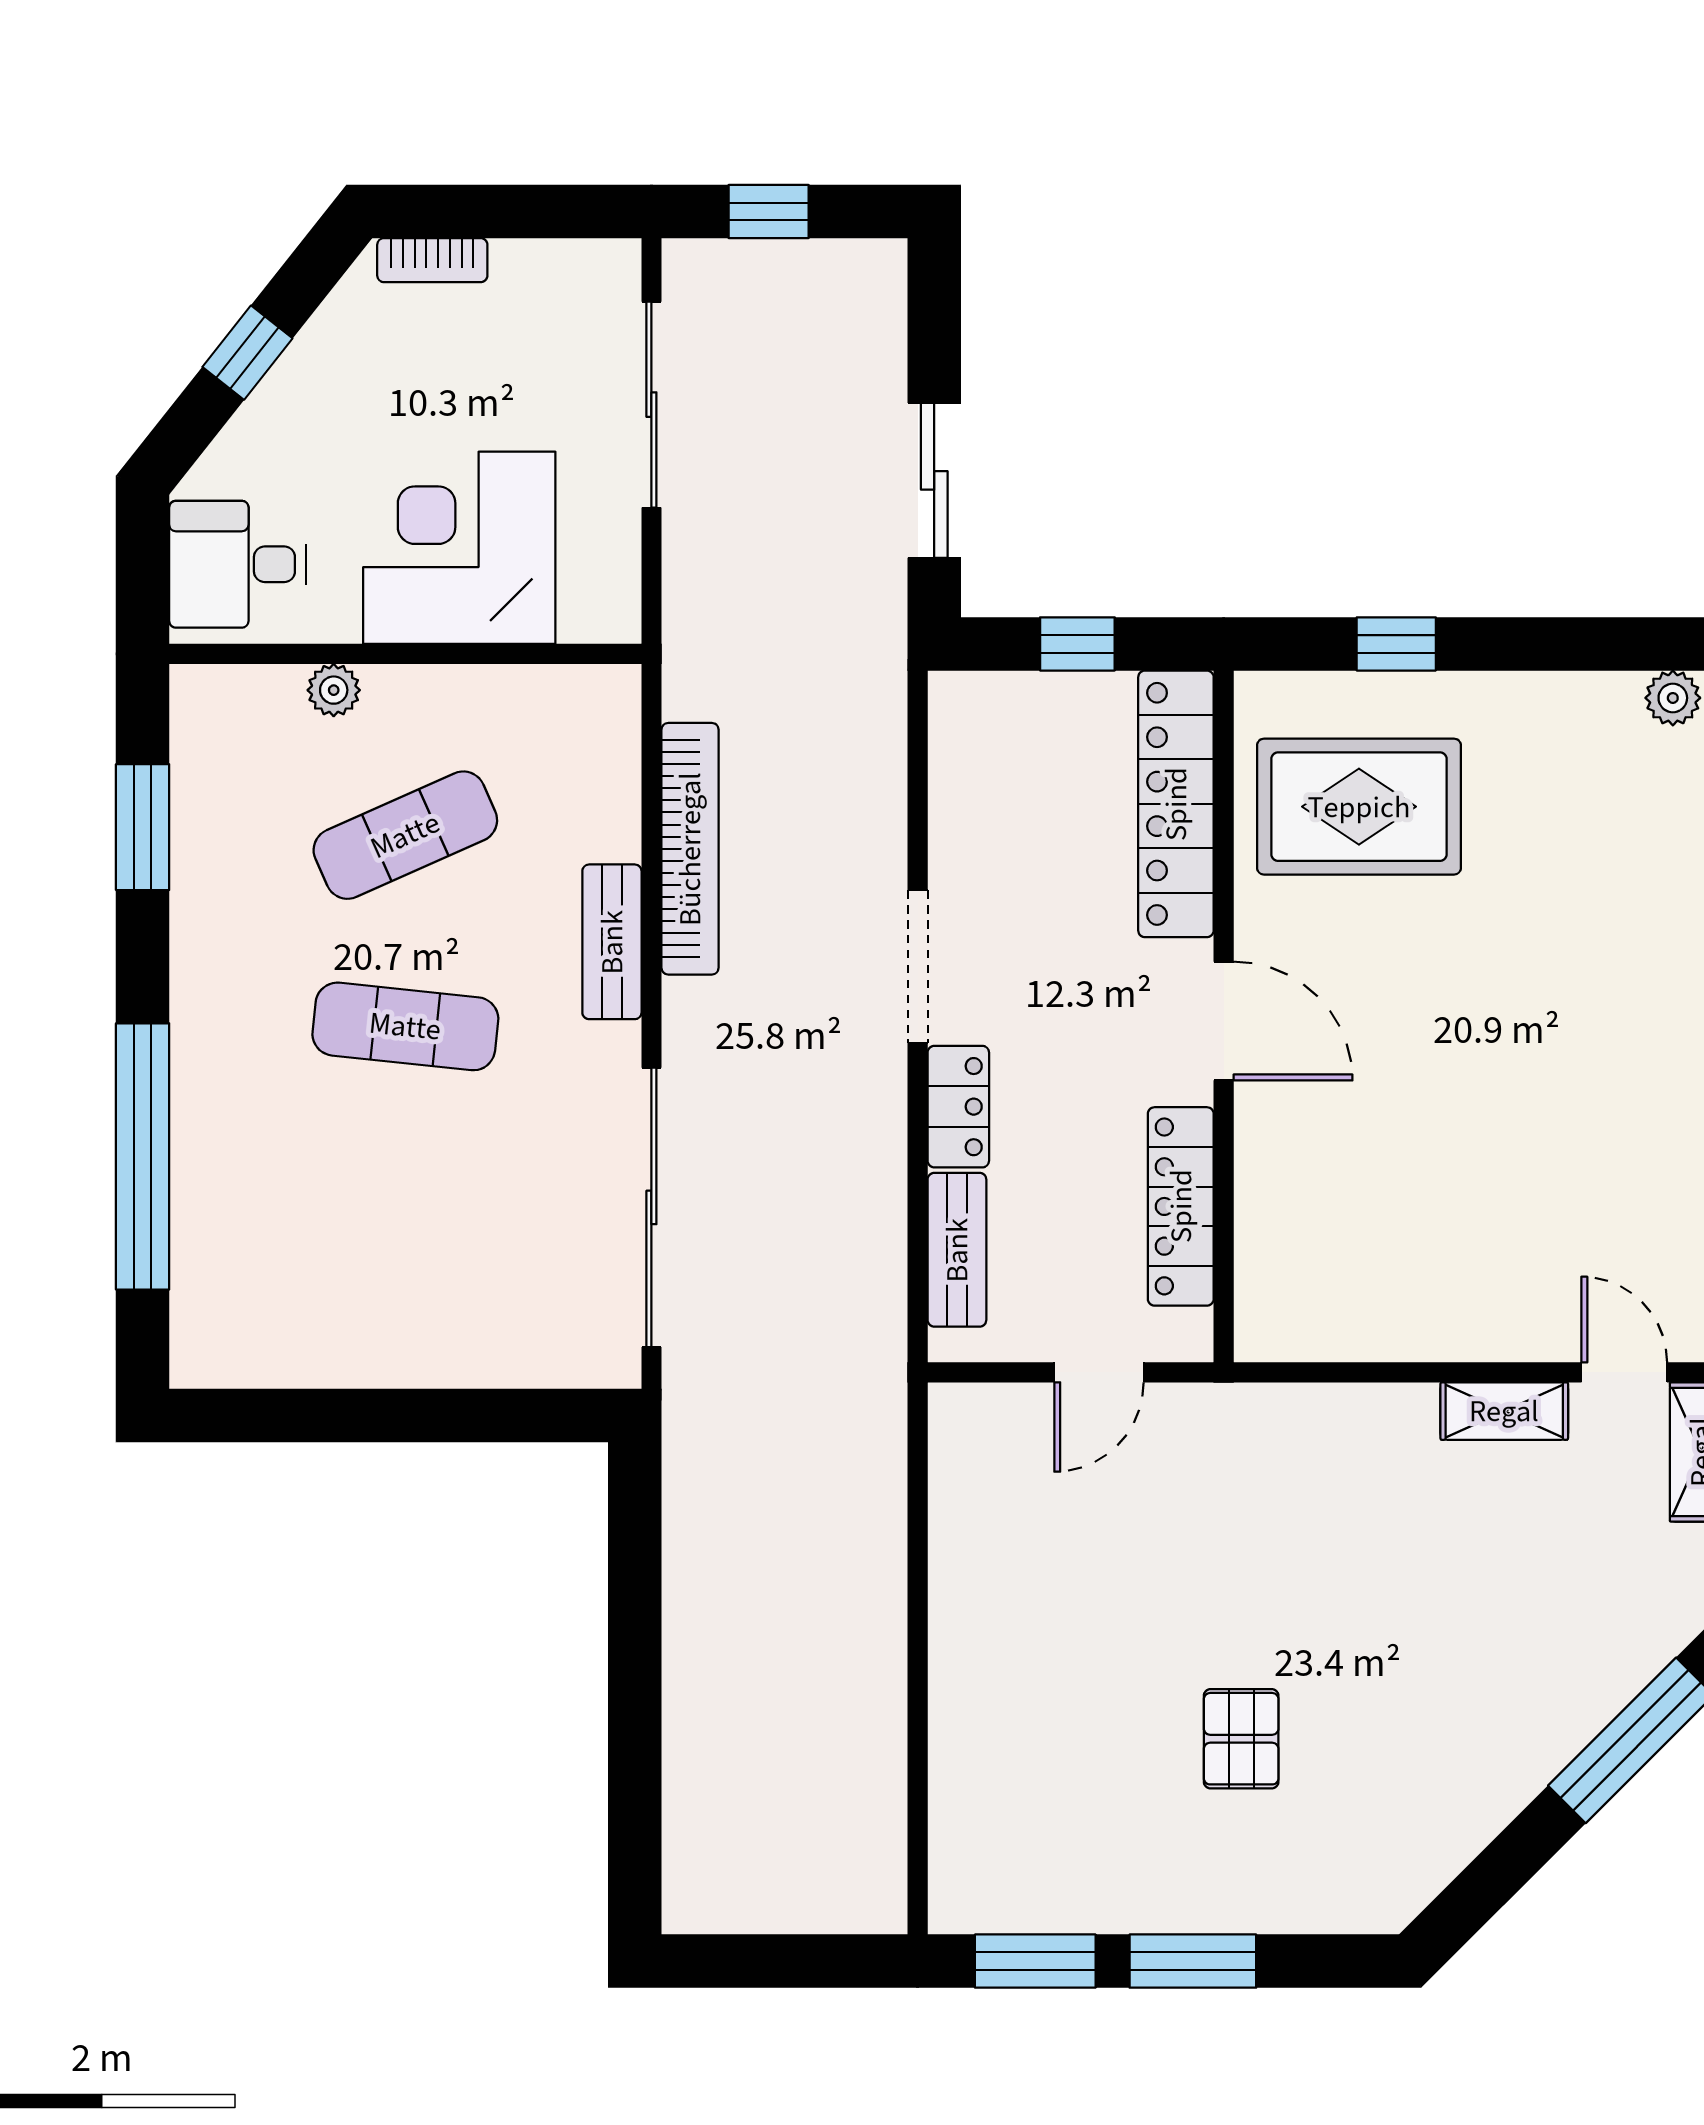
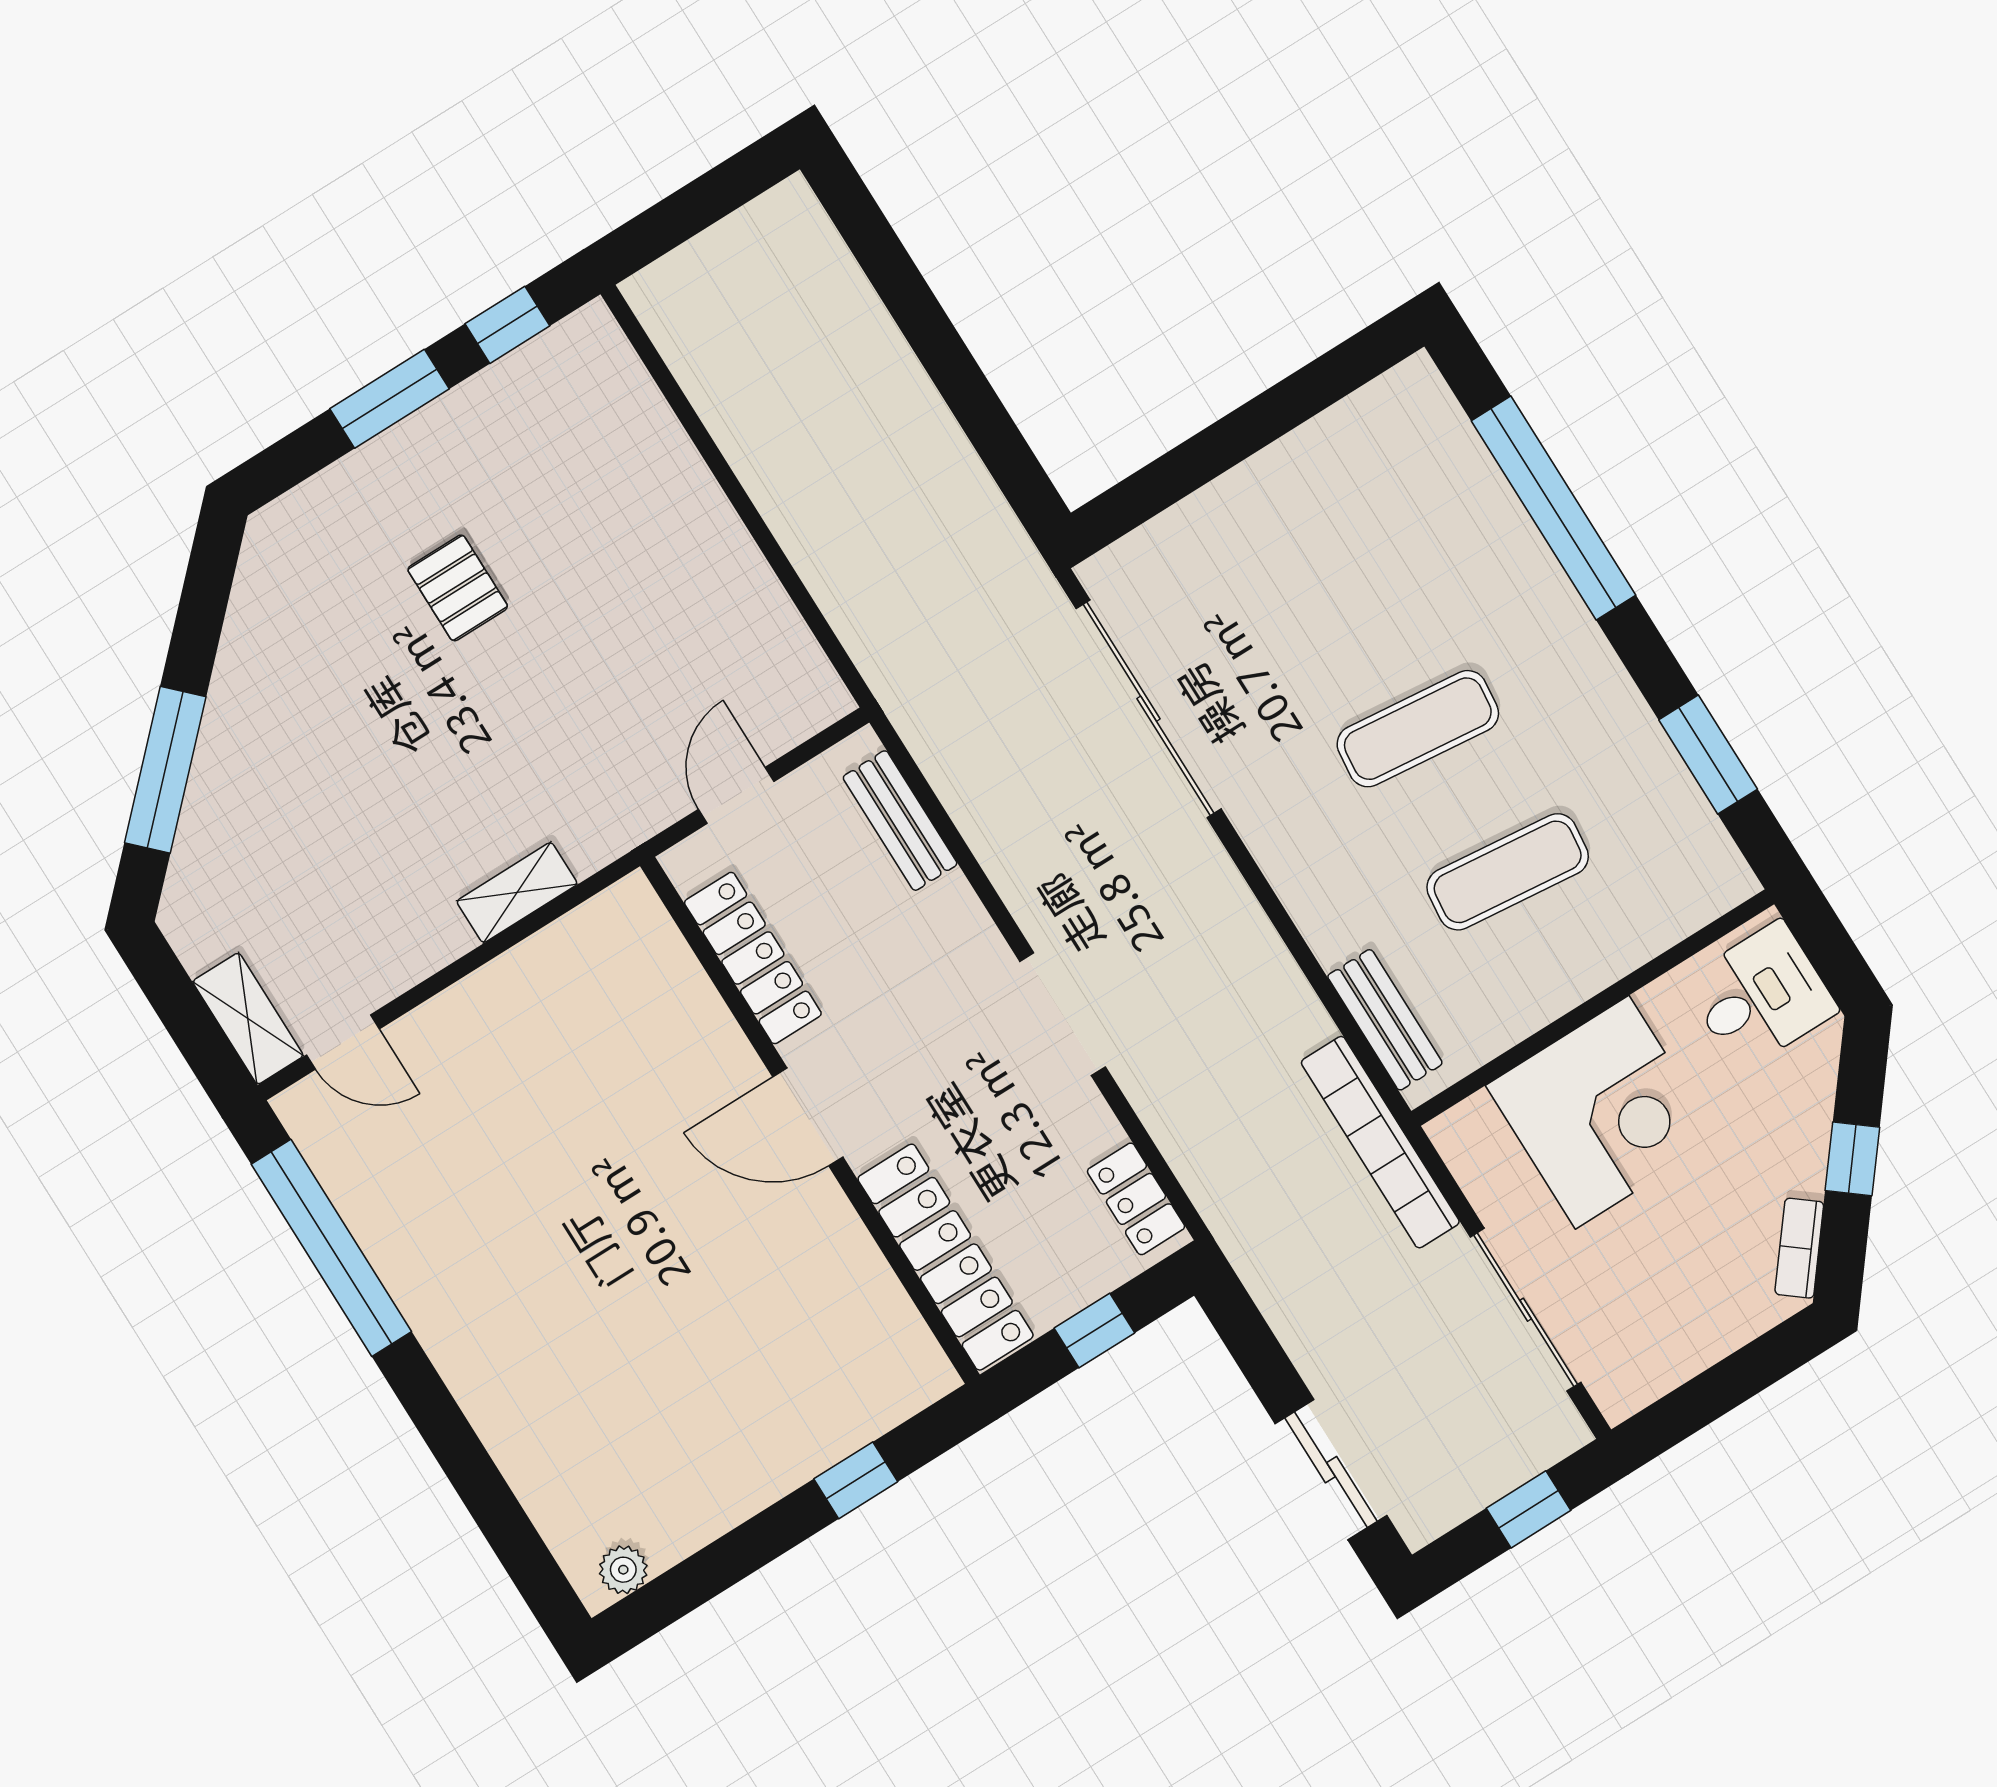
bookcase: (432, 260) -> (1799, 1248), moved, turned -52
sliding door: (934, 480) -> (1331, 1470), moved
plant: (334, 690) -> (1629, 947), removed
rug: (1359, 807) -> (807, 1341), removed
exercise mat: (405, 835) -> (1508, 872), turned 30
bookcase: (690, 849) -> (1380, 1142), moved
bench: (612, 942) -> (1385, 1020), moved
locker: (958, 1107) -> (1136, 1199), moved
shelving: (1504, 1411) -> (517, 893), moved
window: (1035, 1961) -> (507, 325), width x0.67

